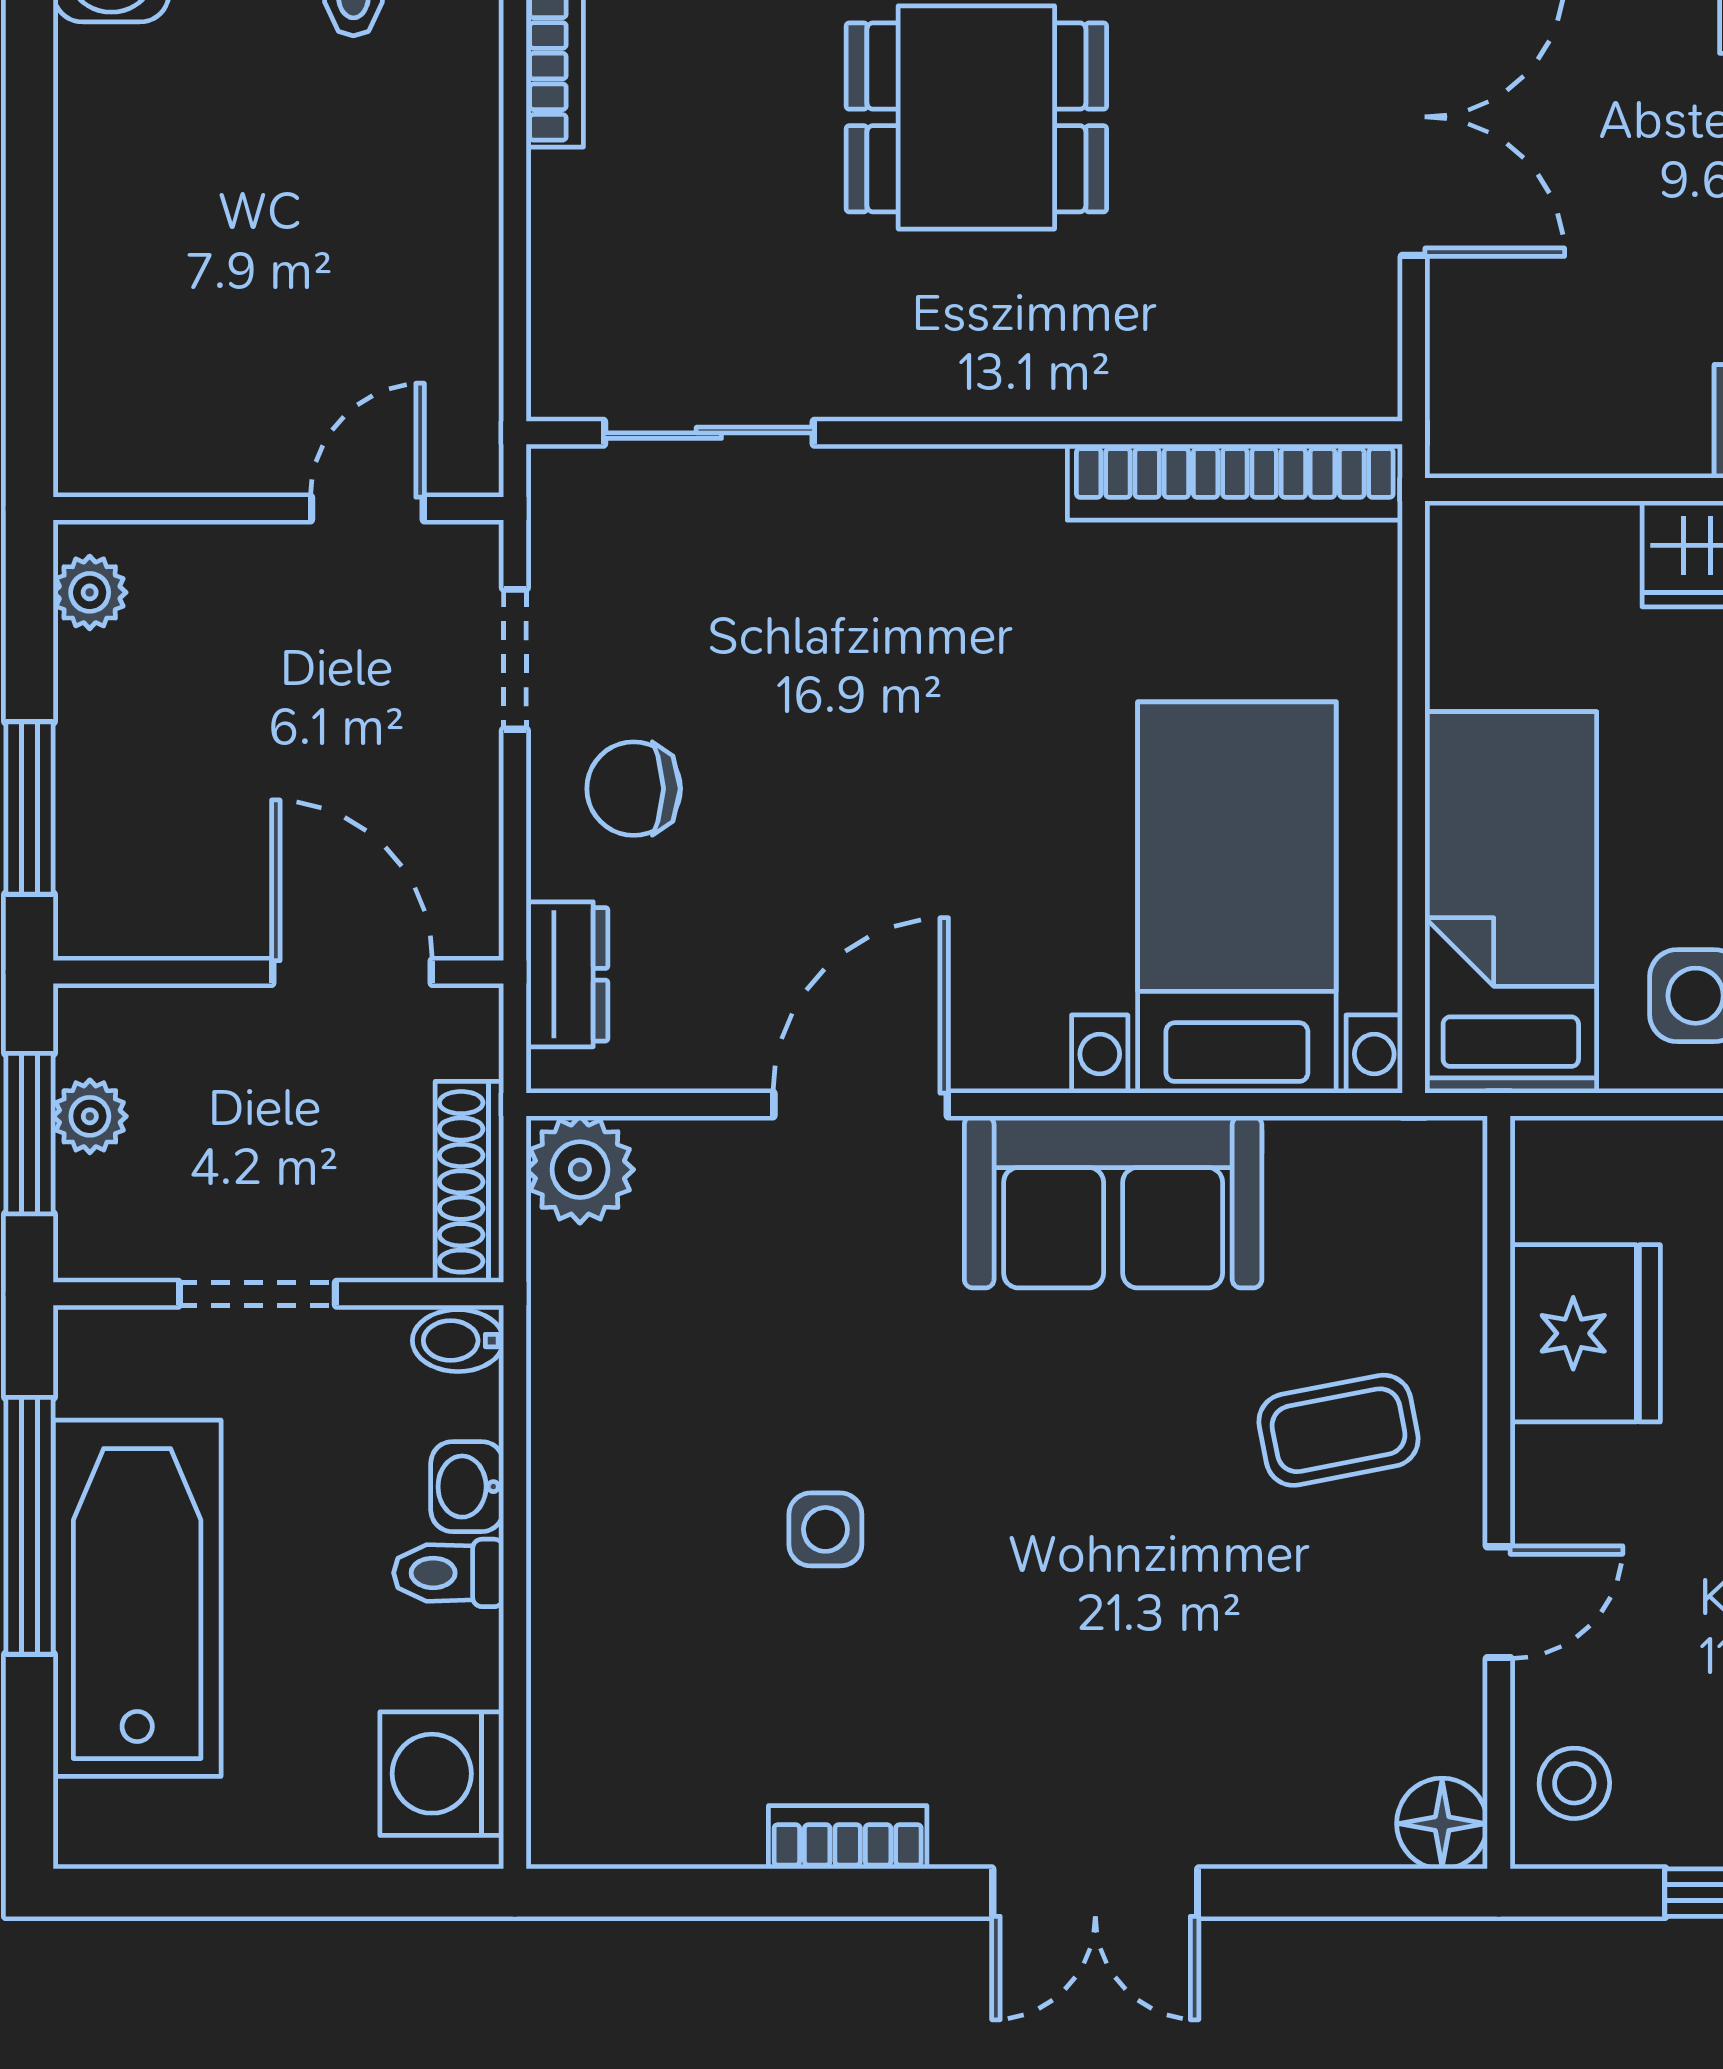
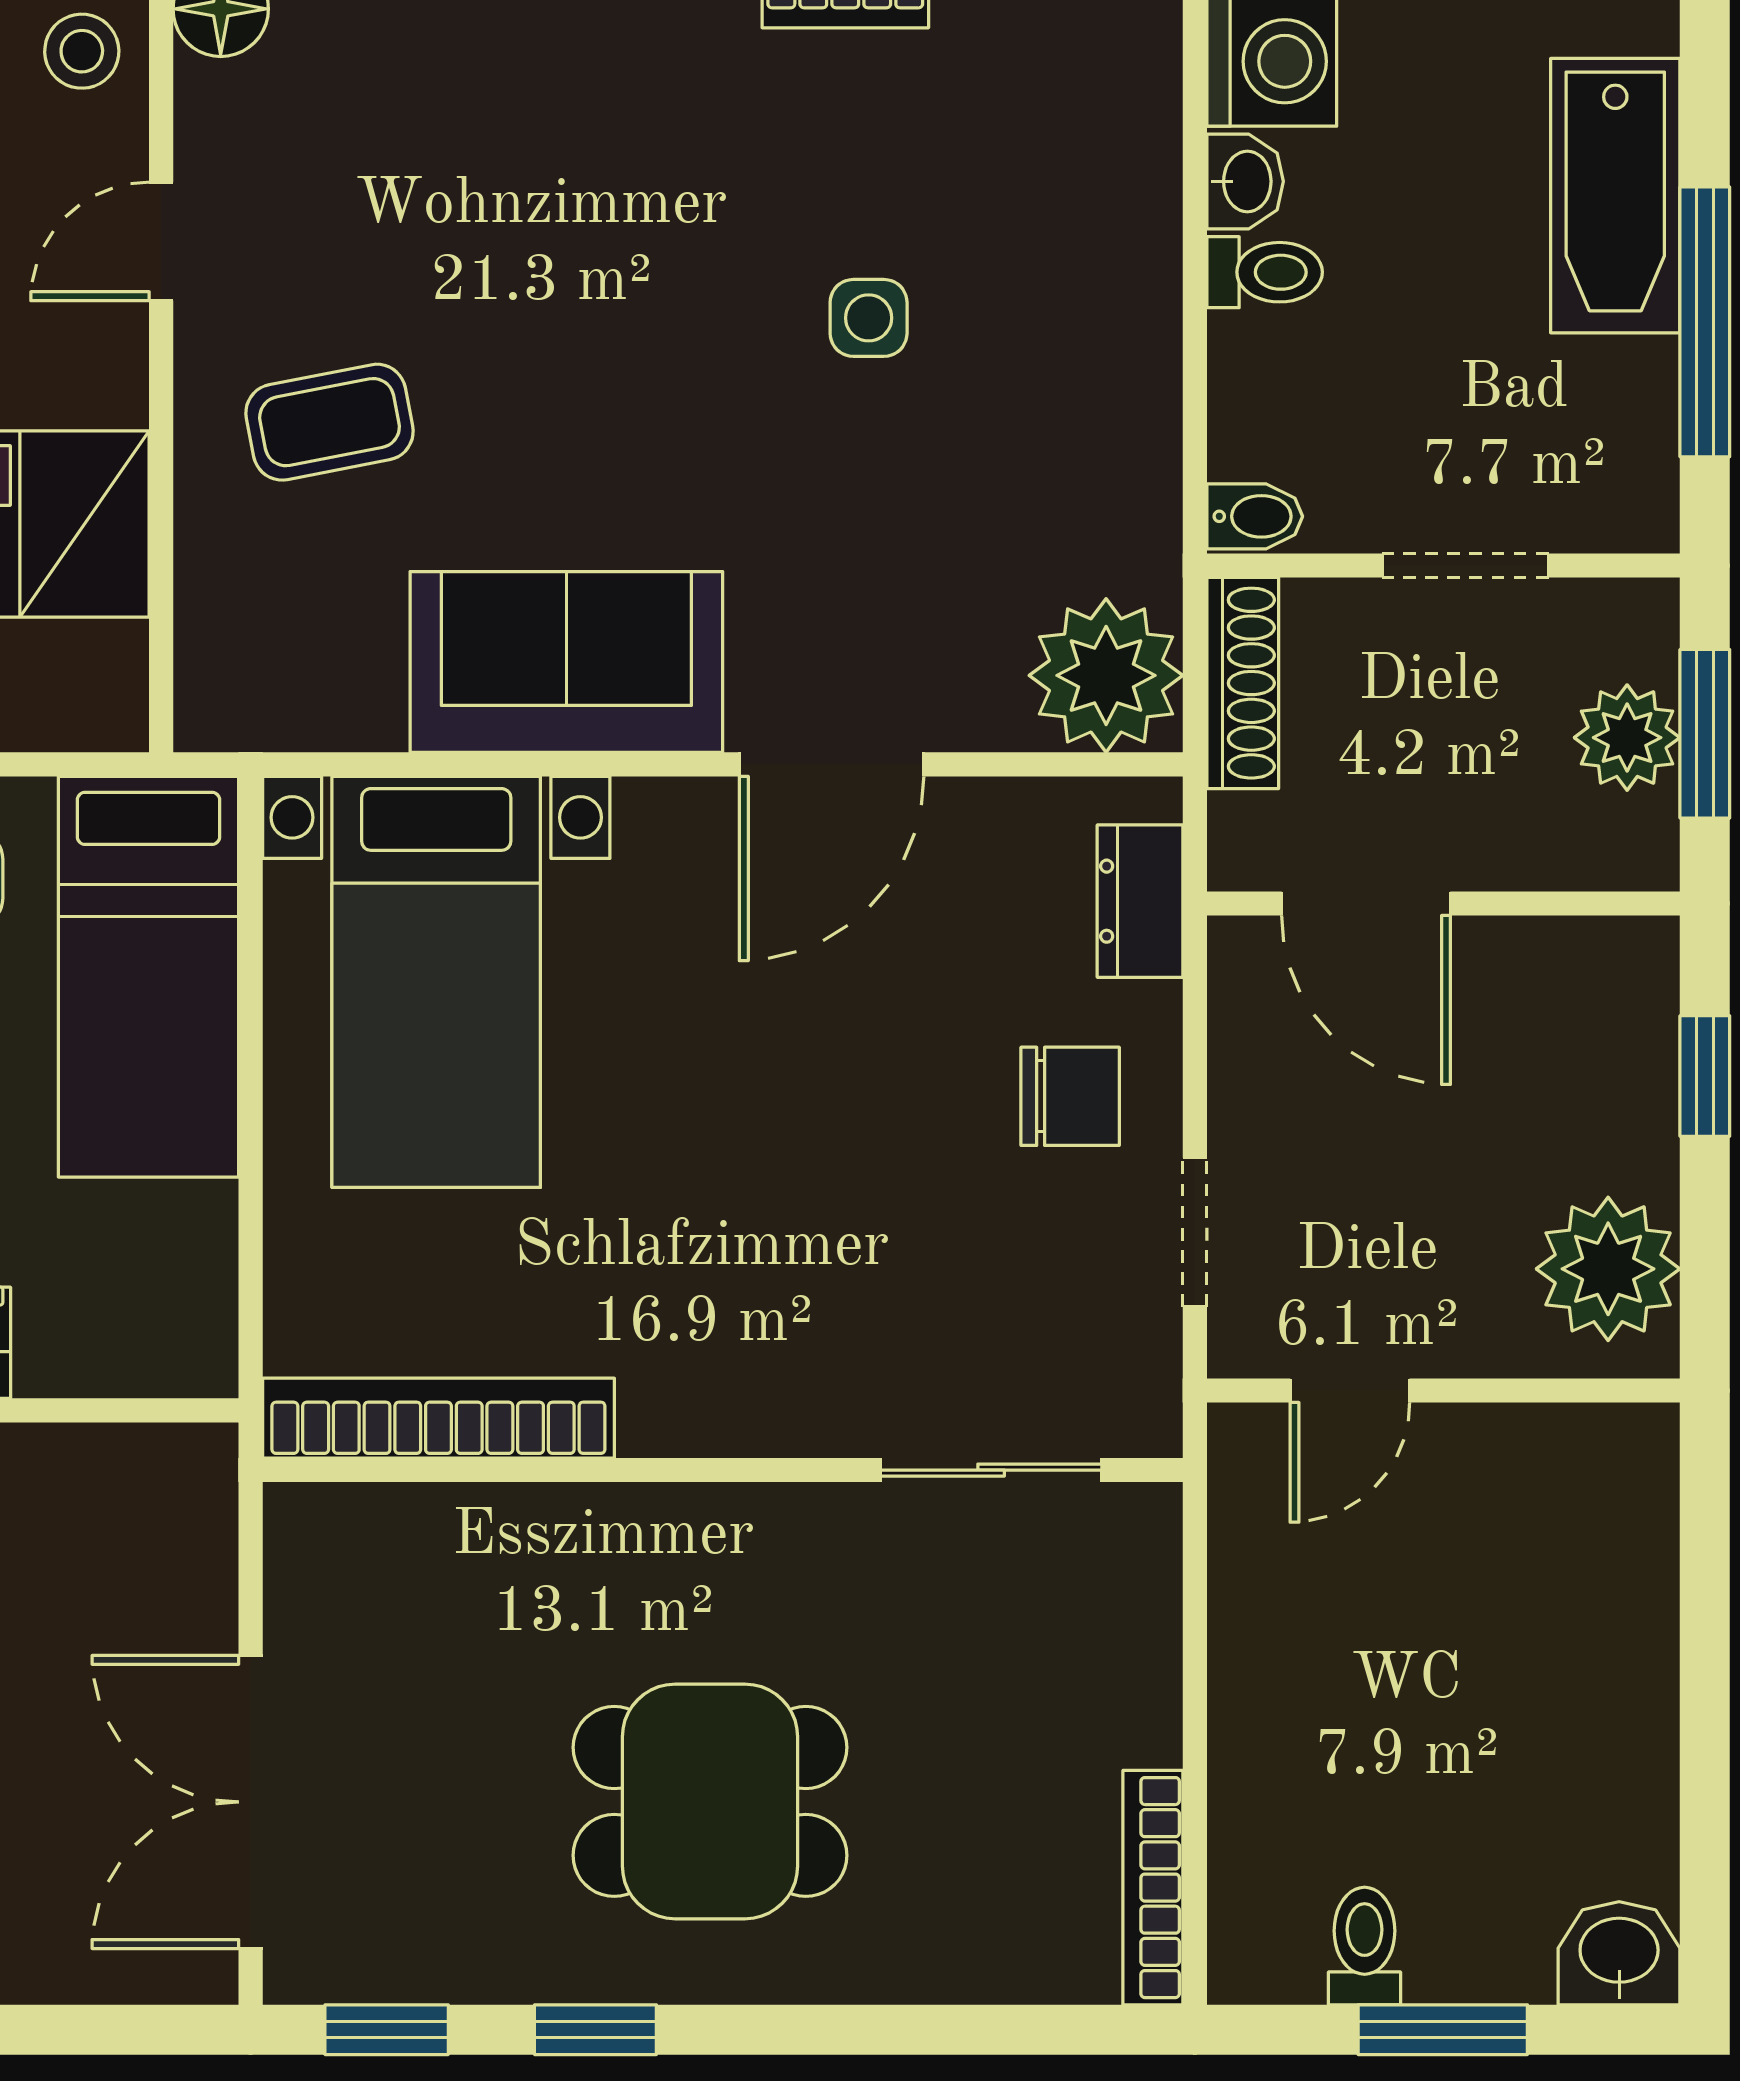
plant: (90, 592) -> (1608, 1269), width x1.88, depth x1.88
window: (30, 808) -> (1705, 1076), width x0.67
plant: (90, 1116) -> (1627, 738), width x1.38, depth x1.38
plant: (580, 1170) -> (1106, 675), width x1.36, depth x1.36
washbasin: (467, 1487) -> (1245, 181), moved
bathtub: (137, 1598) -> (1615, 196), width x0.73, depth x0.73

